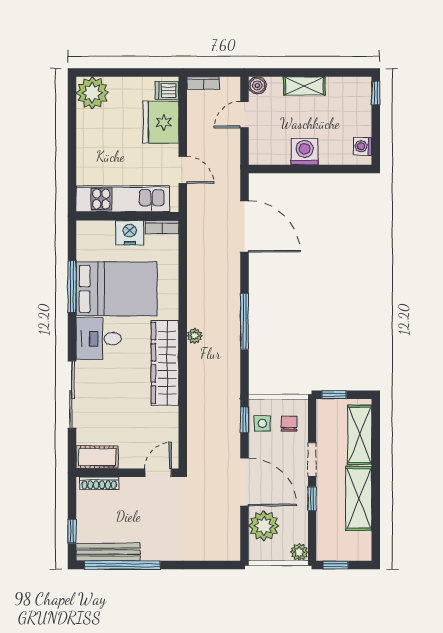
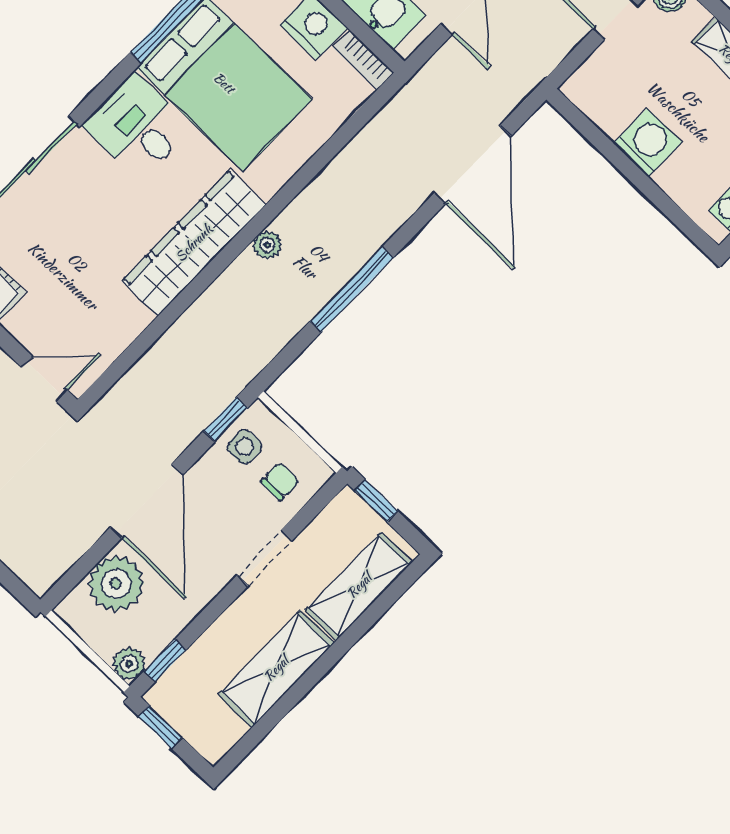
window: (312, 499) -> (165, 661), moved

